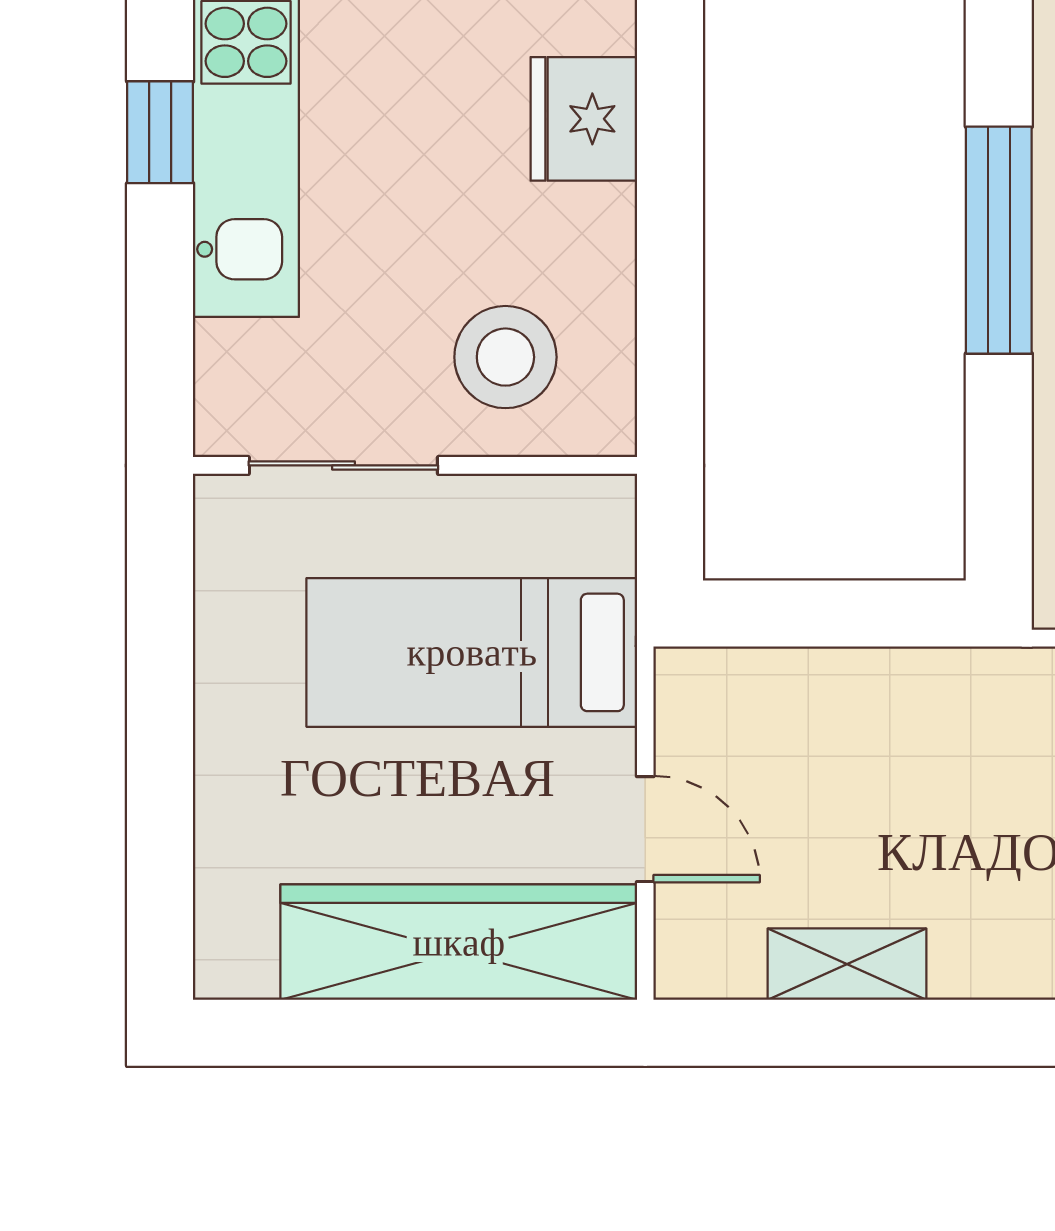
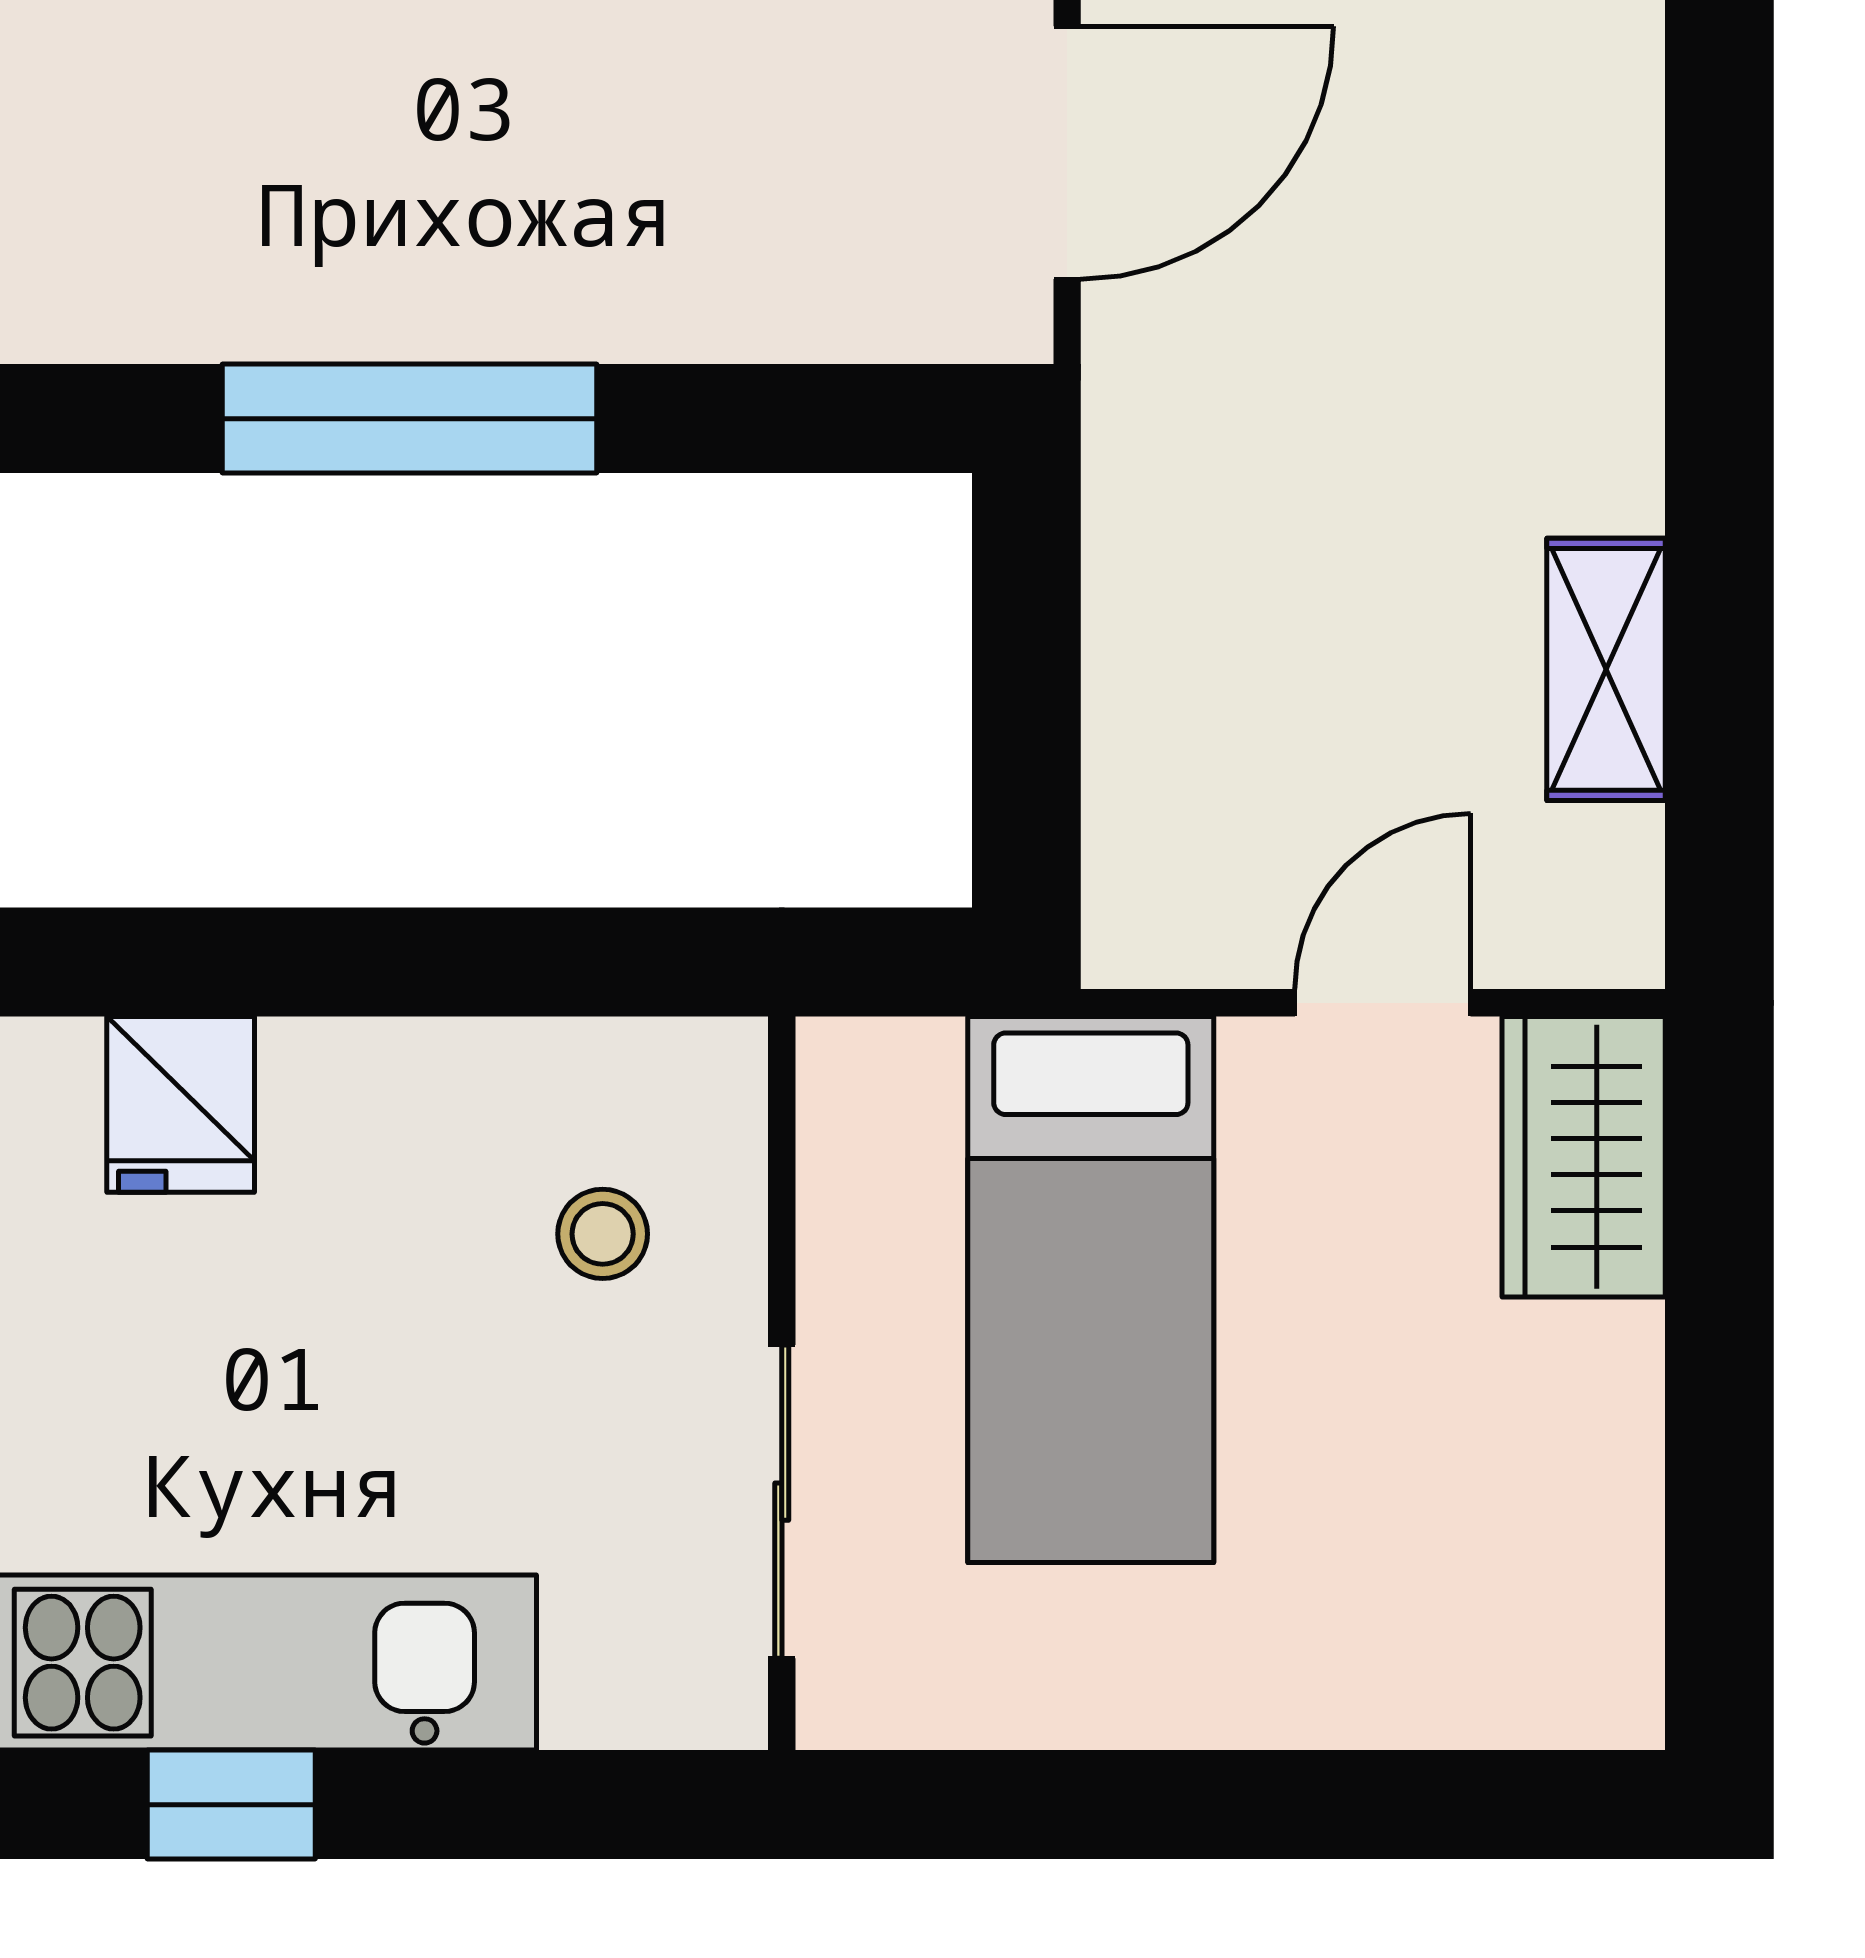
fridge: (584, 119) -> (181, 1104), width x0.72
stool: (505, 357) -> (603, 1234), width x0.53, depth x0.53
wardrobe: (459, 942) -> (1584, 1157), width x0.48, depth x0.85

